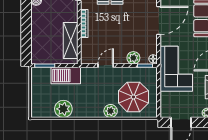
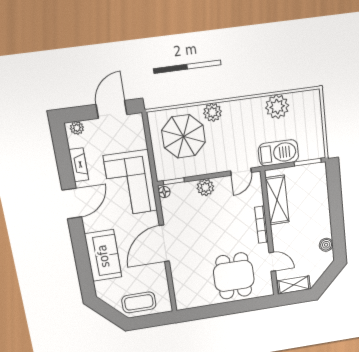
plant: (133, 58) -> (205, 187), moved
door: (106, 66) -> (241, 172), moved

